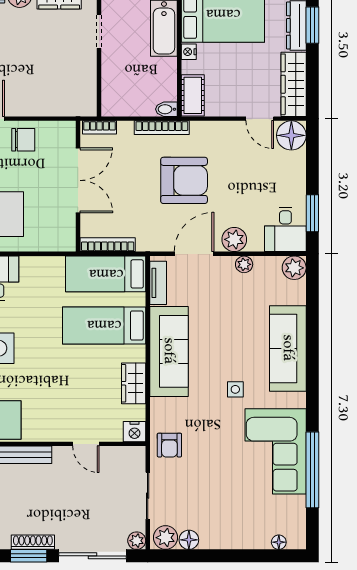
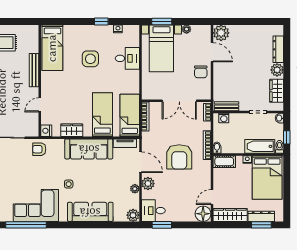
bench: (88, 91) -> (227, 106), added
washing machine: (110, 96) -> (224, 118), added

